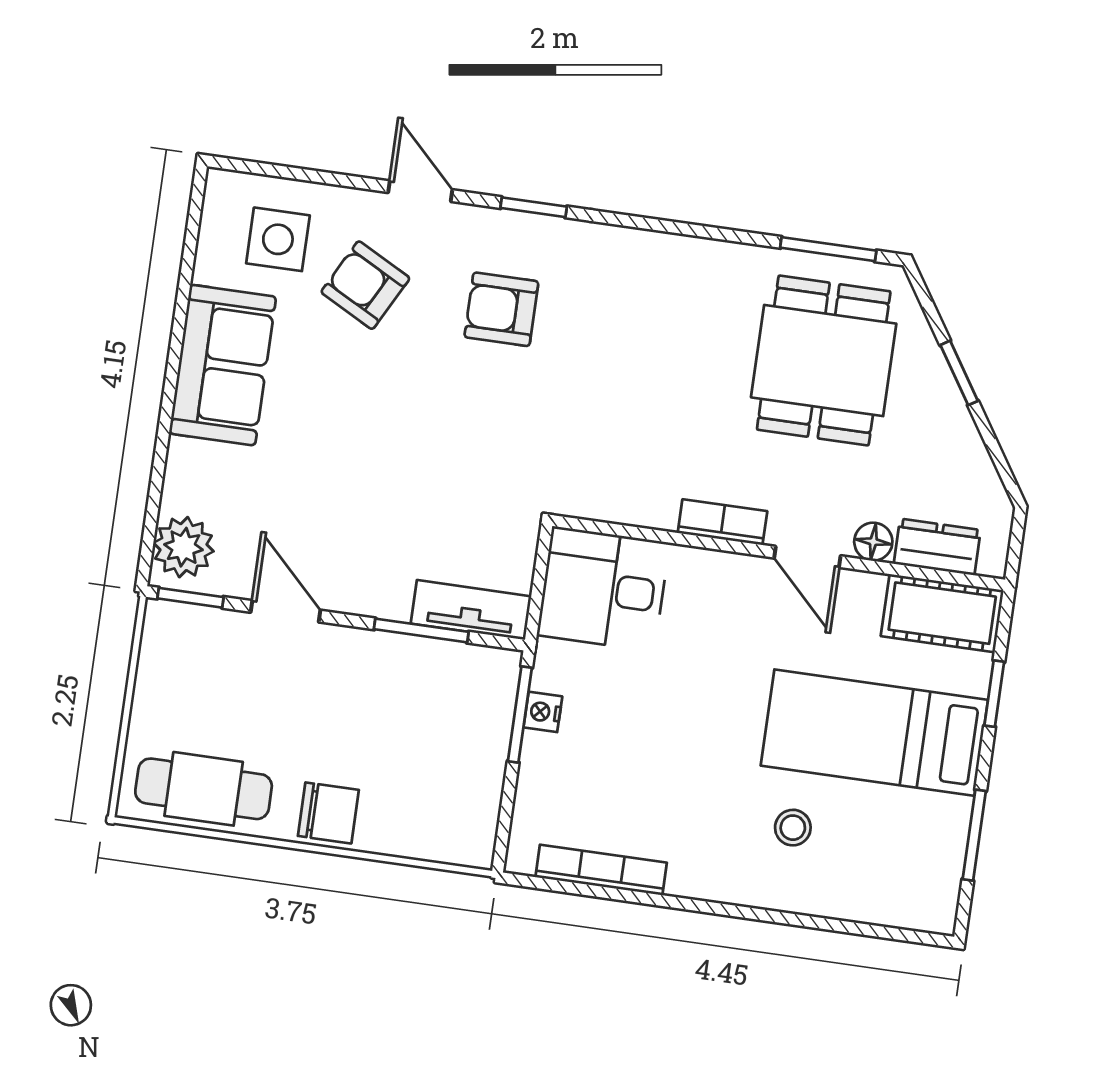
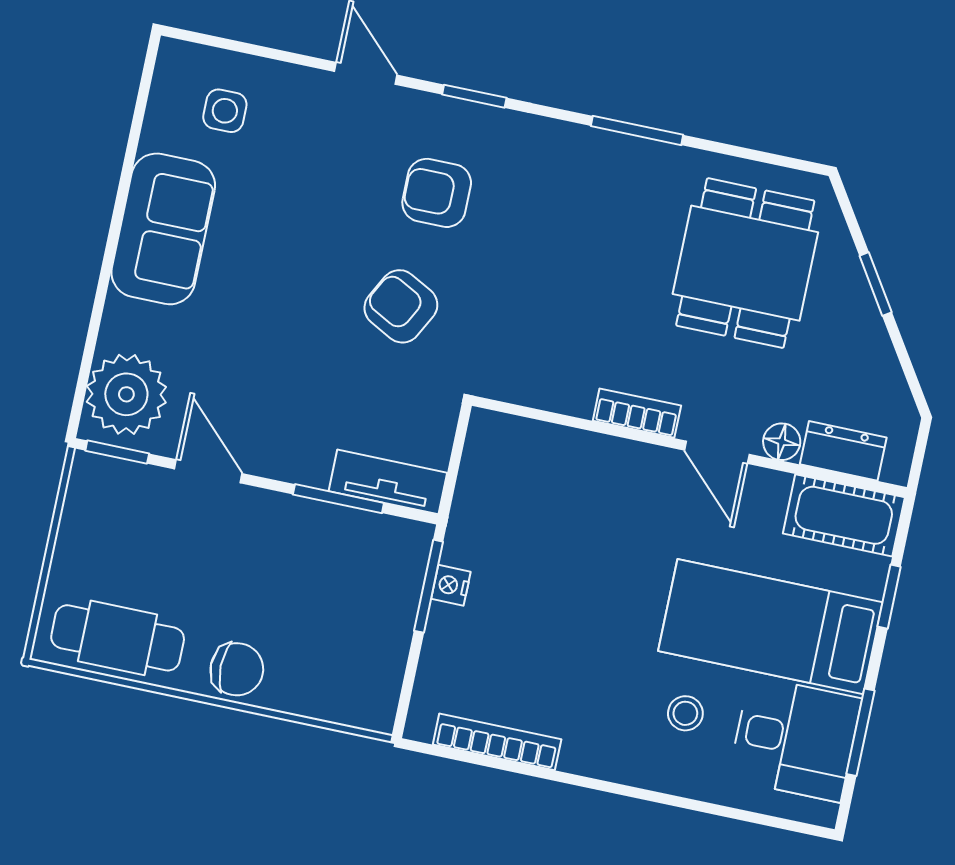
side table: (278, 239) -> (225, 111), width x0.73, depth x0.73
window: (828, 249) -> (637, 130), moved
armchair: (365, 285) -> (401, 306), moved
plant: (184, 547) -> (126, 394), width x1.36, depth x1.36
desk: (603, 589) -> (795, 739), moved, turned 180

